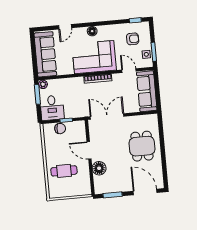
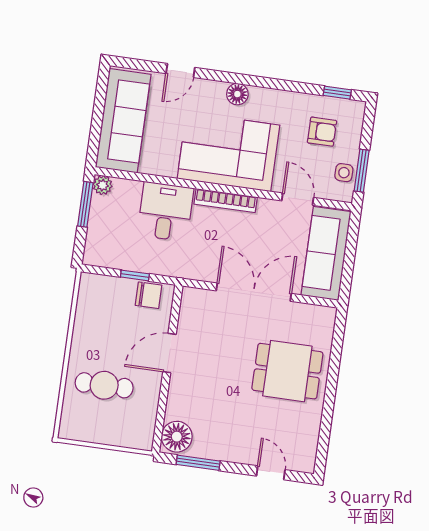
desk: (52, 108) -> (165, 212), moved, turned 180
double door: (107, 116) -> (254, 292), moved
chair: (60, 129) -> (149, 295), moved
dining table: (142, 146) -> (287, 371), turned 90
door: (89, 150) -> (169, 353), hinge flipped
floor lamp: (99, 168) -> (177, 437), moved
door: (145, 192) -> (271, 473), width x0.53

